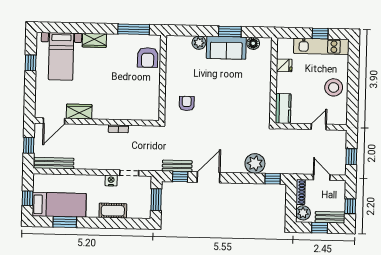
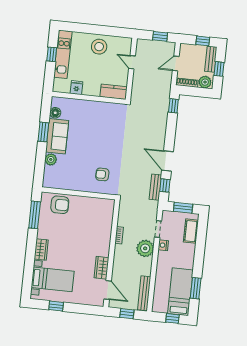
plant: (255, 163) -> (145, 248), moved
cot: (113, 211) -> (191, 231), moved

